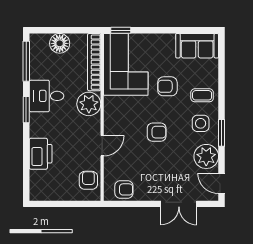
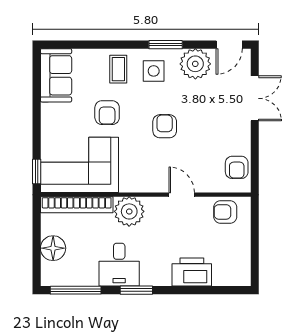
armchair: (124, 189) -> (237, 167), turned 180

